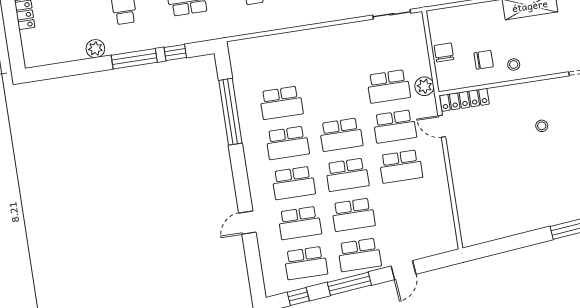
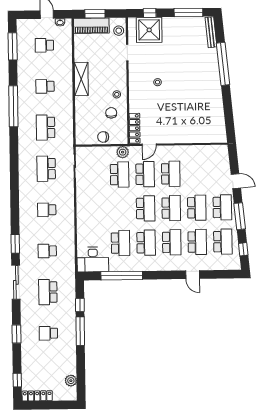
plant: (95, 49) -> (71, 381), moved
desk: (249, 63) -> (93, 259), added

